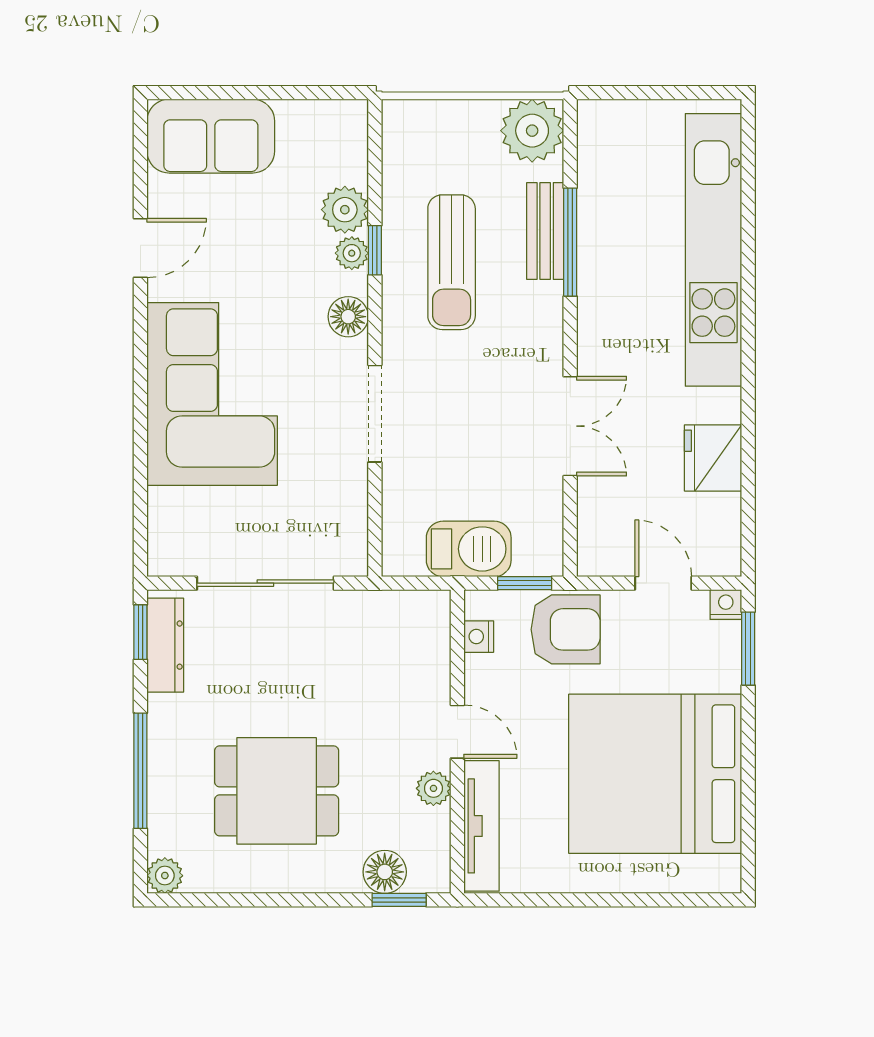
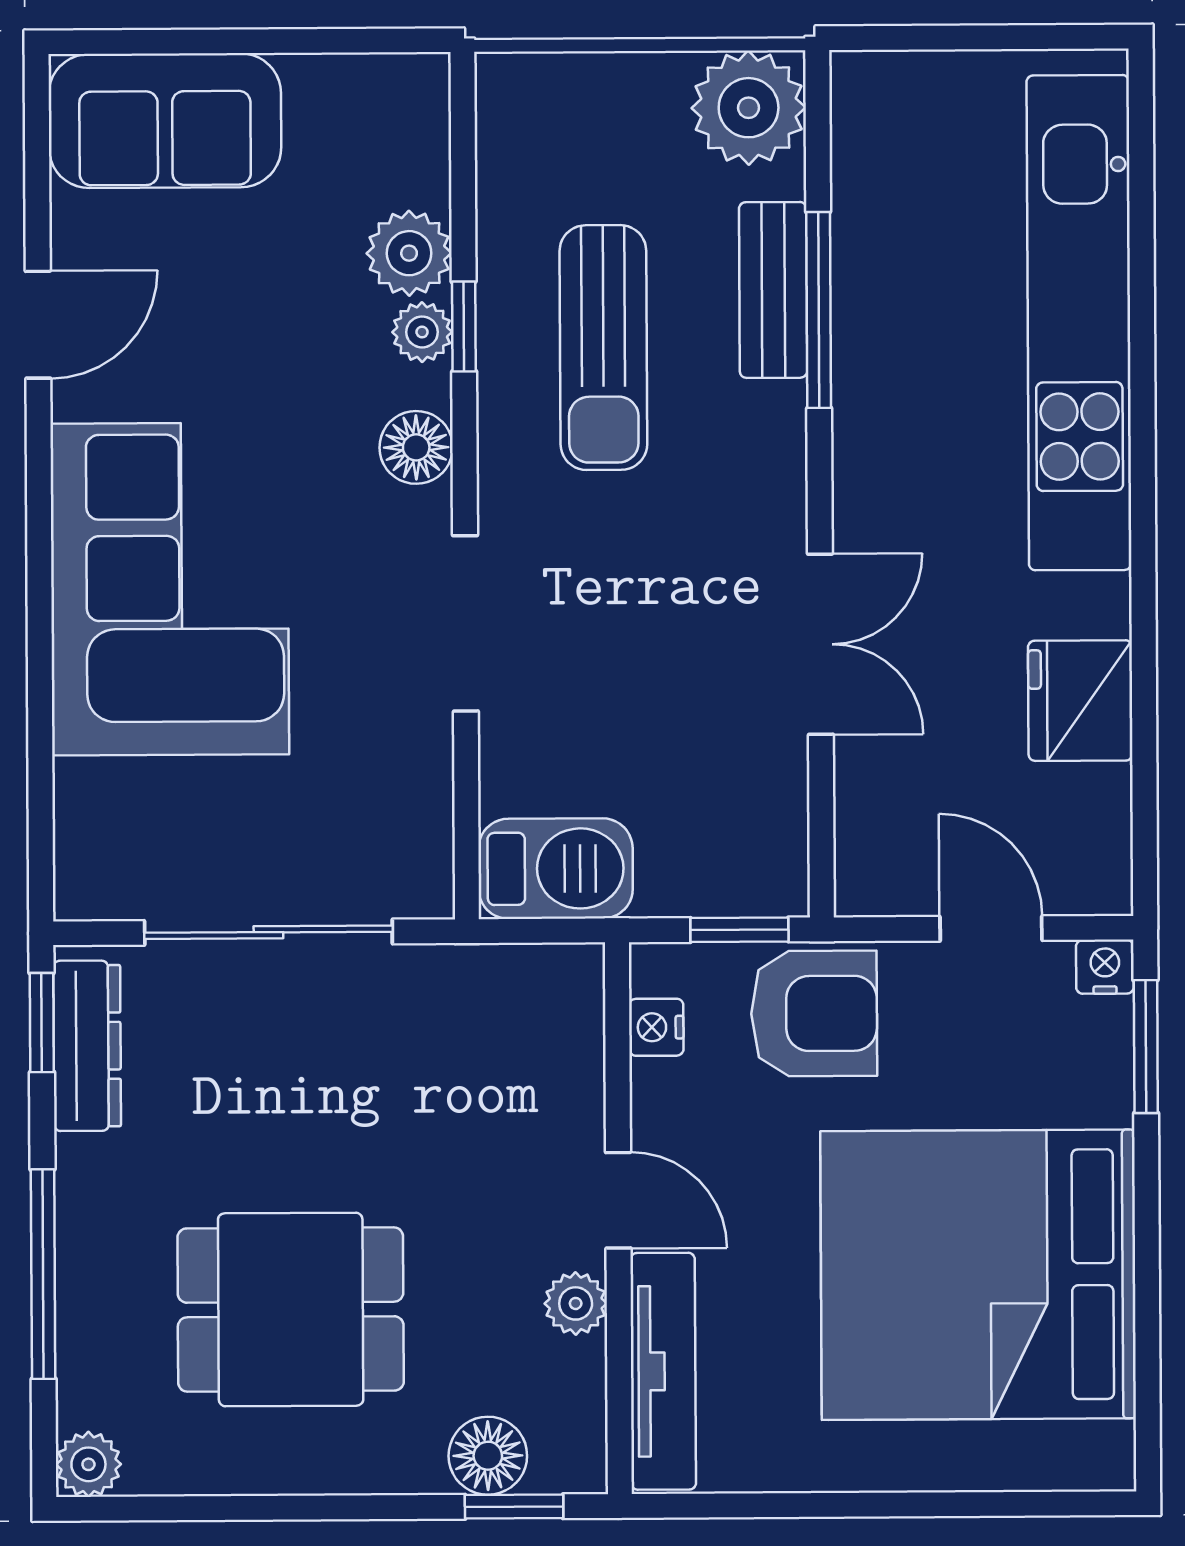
barbecue: (469, 549) -> (556, 869), moved

